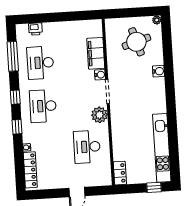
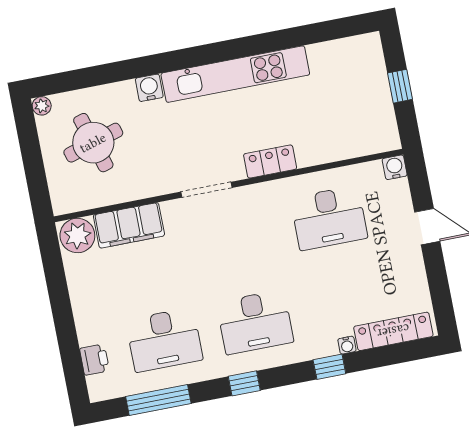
water cooler: (100, 75) -> (395, 167), moved
plant: (99, 115) -> (77, 235), moved
window: (17, 127) -> (329, 367), moved
kitchen unit: (162, 148) -> (235, 74), moved
locker: (120, 173) -> (270, 162), moved
window: (154, 187) -> (400, 86), moved

